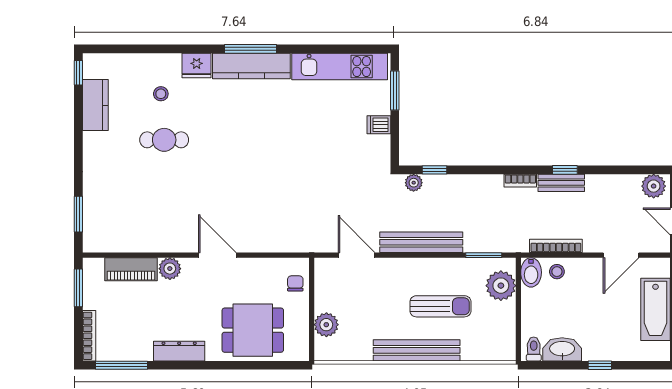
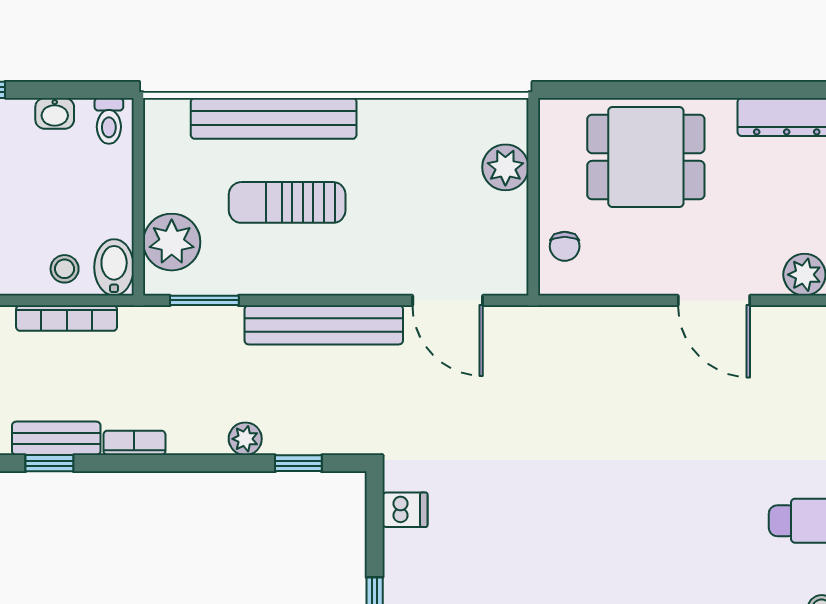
dishwasher: (379, 125) -> (405, 510), moved
plant: (414, 183) -> (245, 439), moved
washbasin: (562, 349) -> (55, 113), width x0.52, depth x0.69
bench: (417, 350) -> (274, 118), moved

